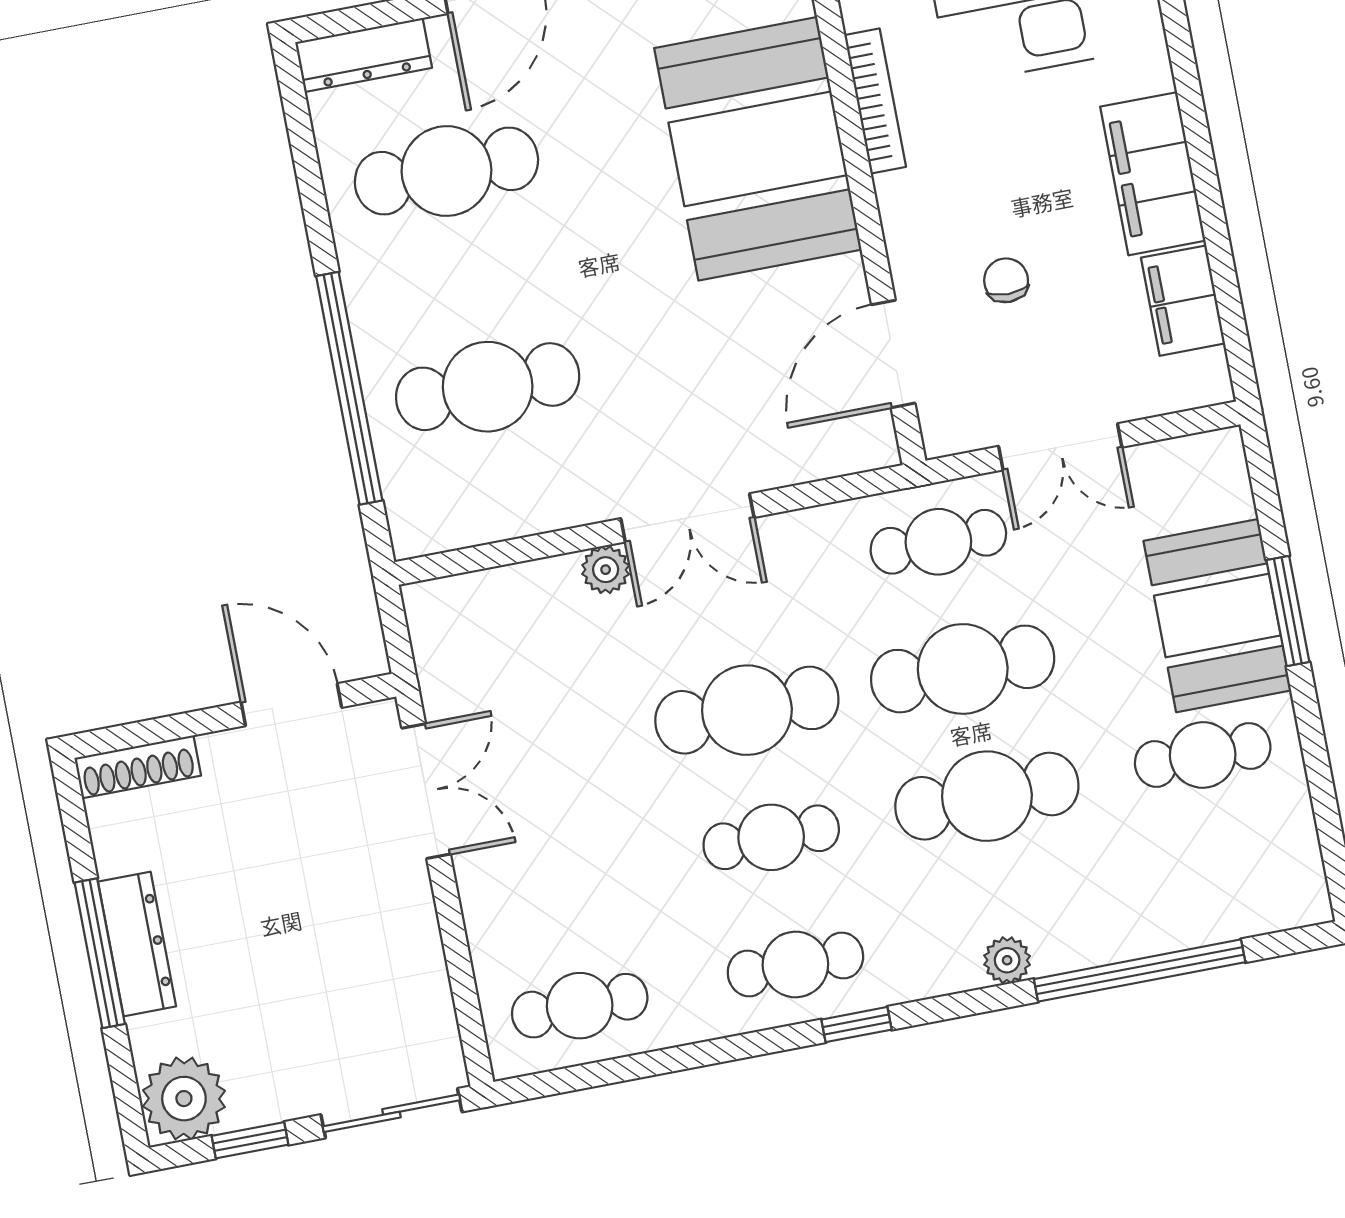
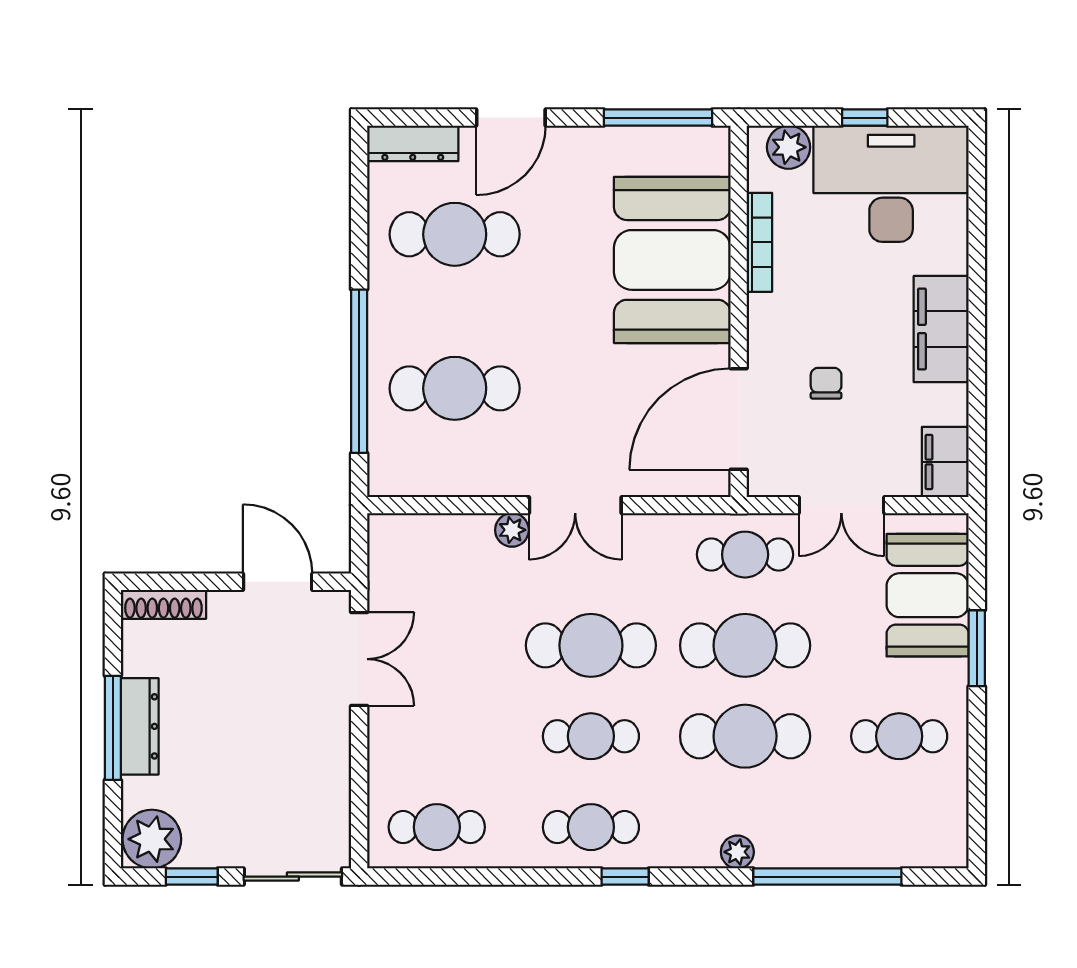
filing cabinet: (1183, 301) -> (945, 462), moved
door: (893, 354) -> (739, 419), width x1.36
booth: (1217, 616) -> (928, 595), moved

